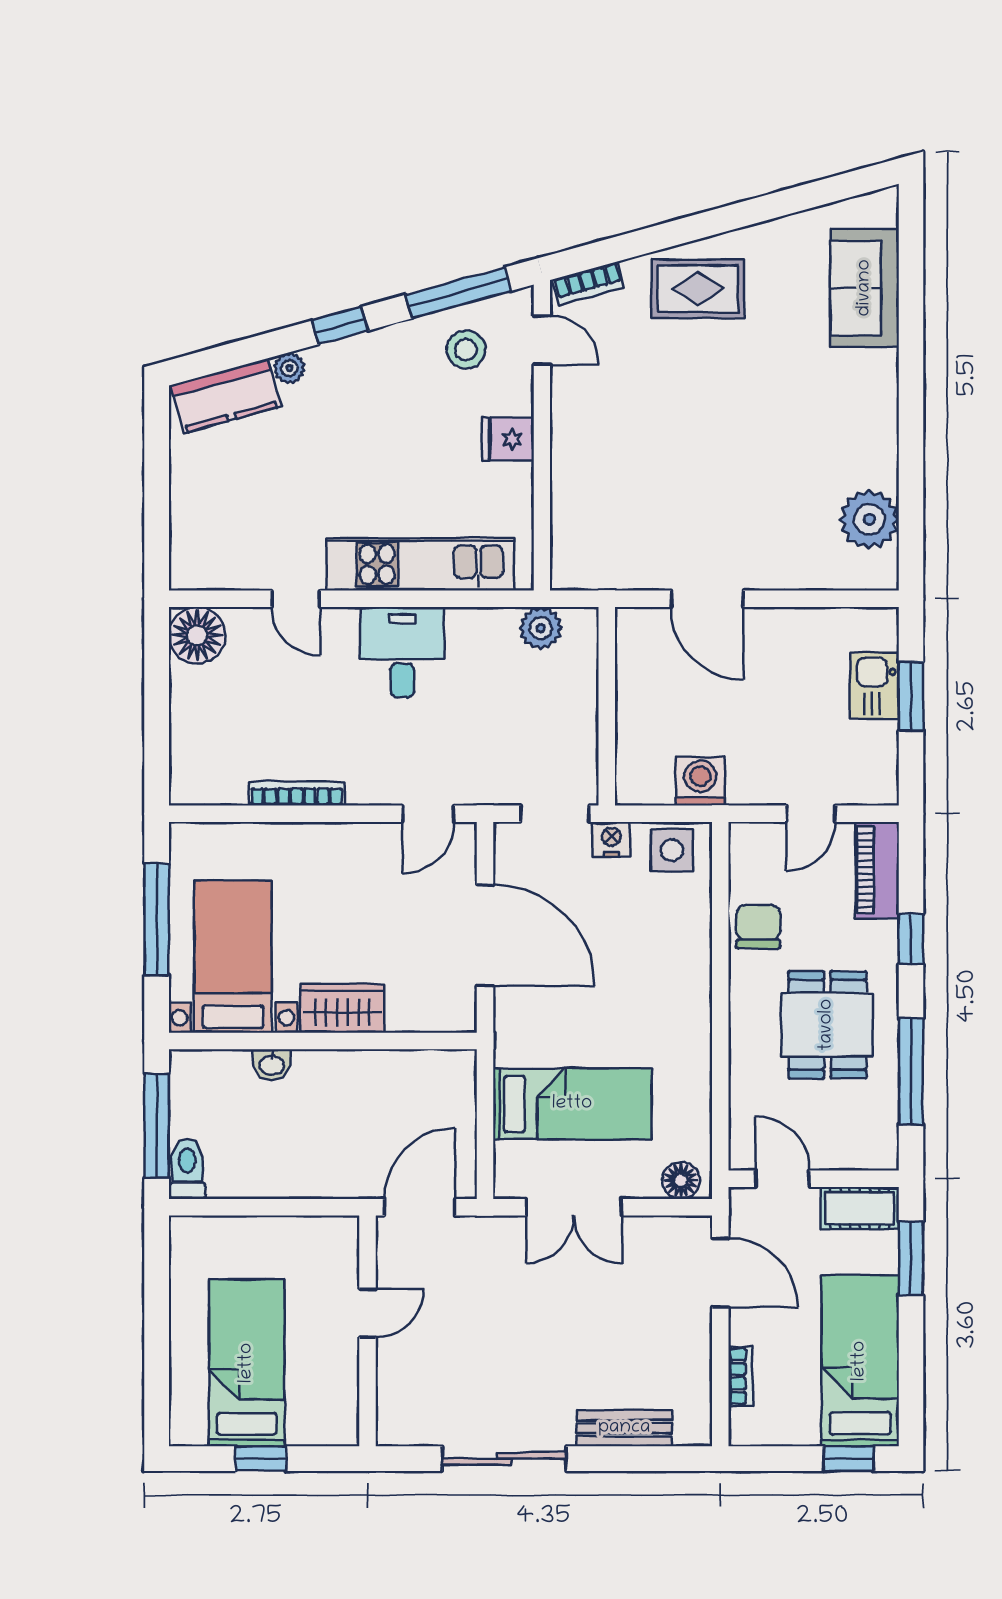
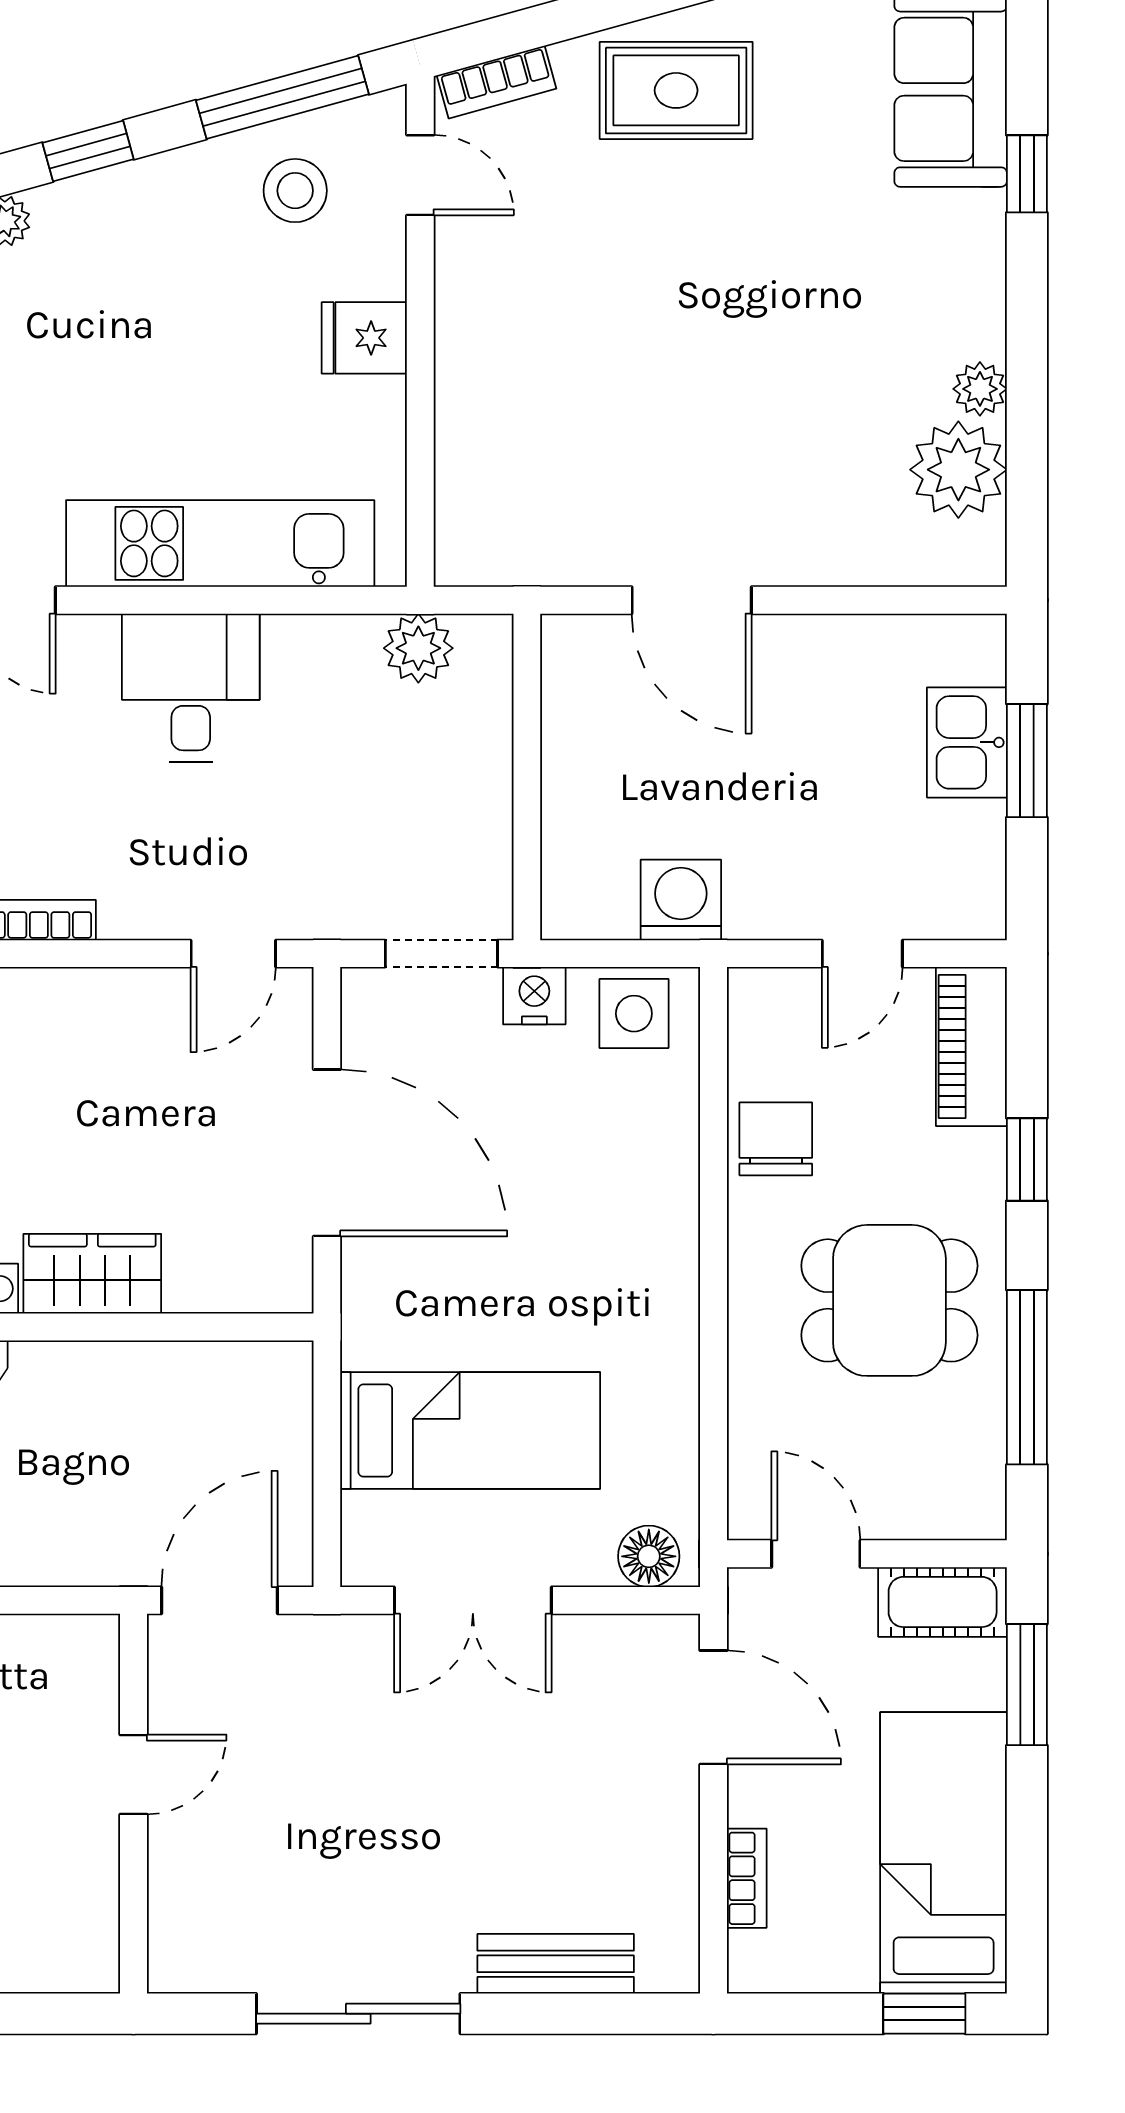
window: (911, 339) -> (1027, 174), added
plant: (882, 470) -> (980, 389), added
dining table: (827, 1025) -> (889, 1300), turned 90

